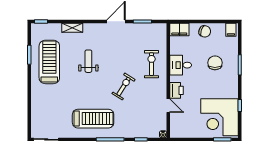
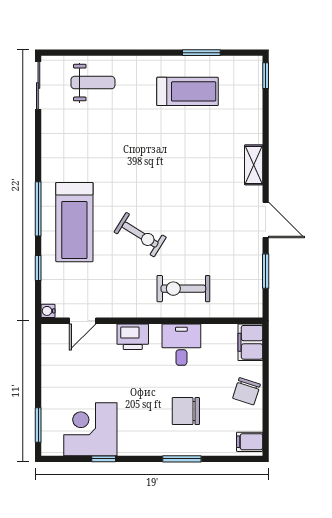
shelving: (72, 28) -> (254, 165), moved
weight bench: (88, 61) -> (93, 83), moved
treadmill: (49, 62) -> (188, 91), width x0.73, depth x0.73
chair: (215, 63) -> (186, 411), turned 180
exercise bike: (152, 64) -> (183, 289), turned 180
door: (168, 106) -> (83, 321), moved
corner desk: (219, 117) -> (90, 429), width x0.74, depth x0.74
treadmill: (93, 119) -> (74, 222), moved

